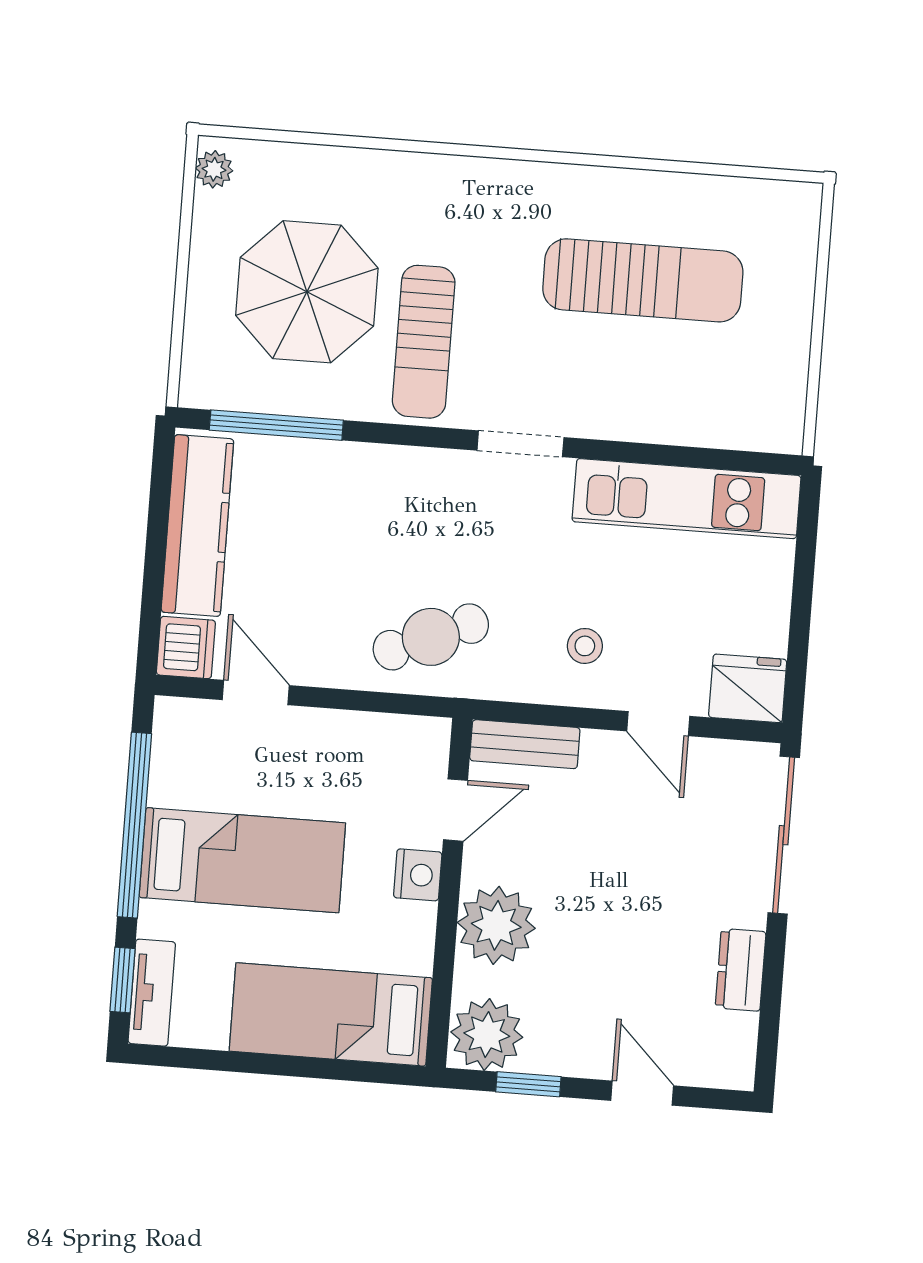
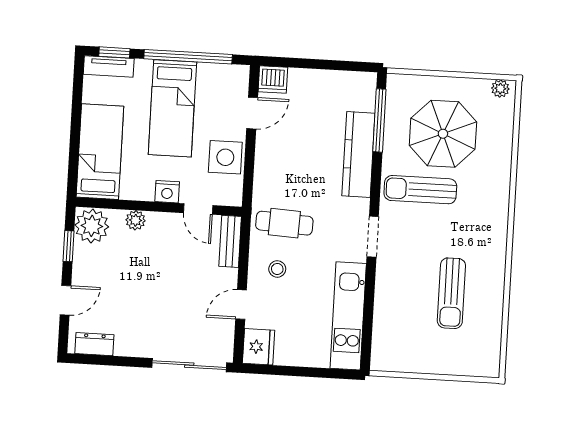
sun lounger: (643, 280) -> (451, 293), width x0.73, depth x0.75
kitchen counter: (197, 526) -> (358, 155), moved, turned 90
cafe table: (431, 637) -> (284, 223), moved, turned -64
side table: (348, 751) -> (225, 157), added
plant: (496, 925) -> (136, 220), width x0.53, depth x0.53
dresser: (741, 970) -> (94, 344), moved

